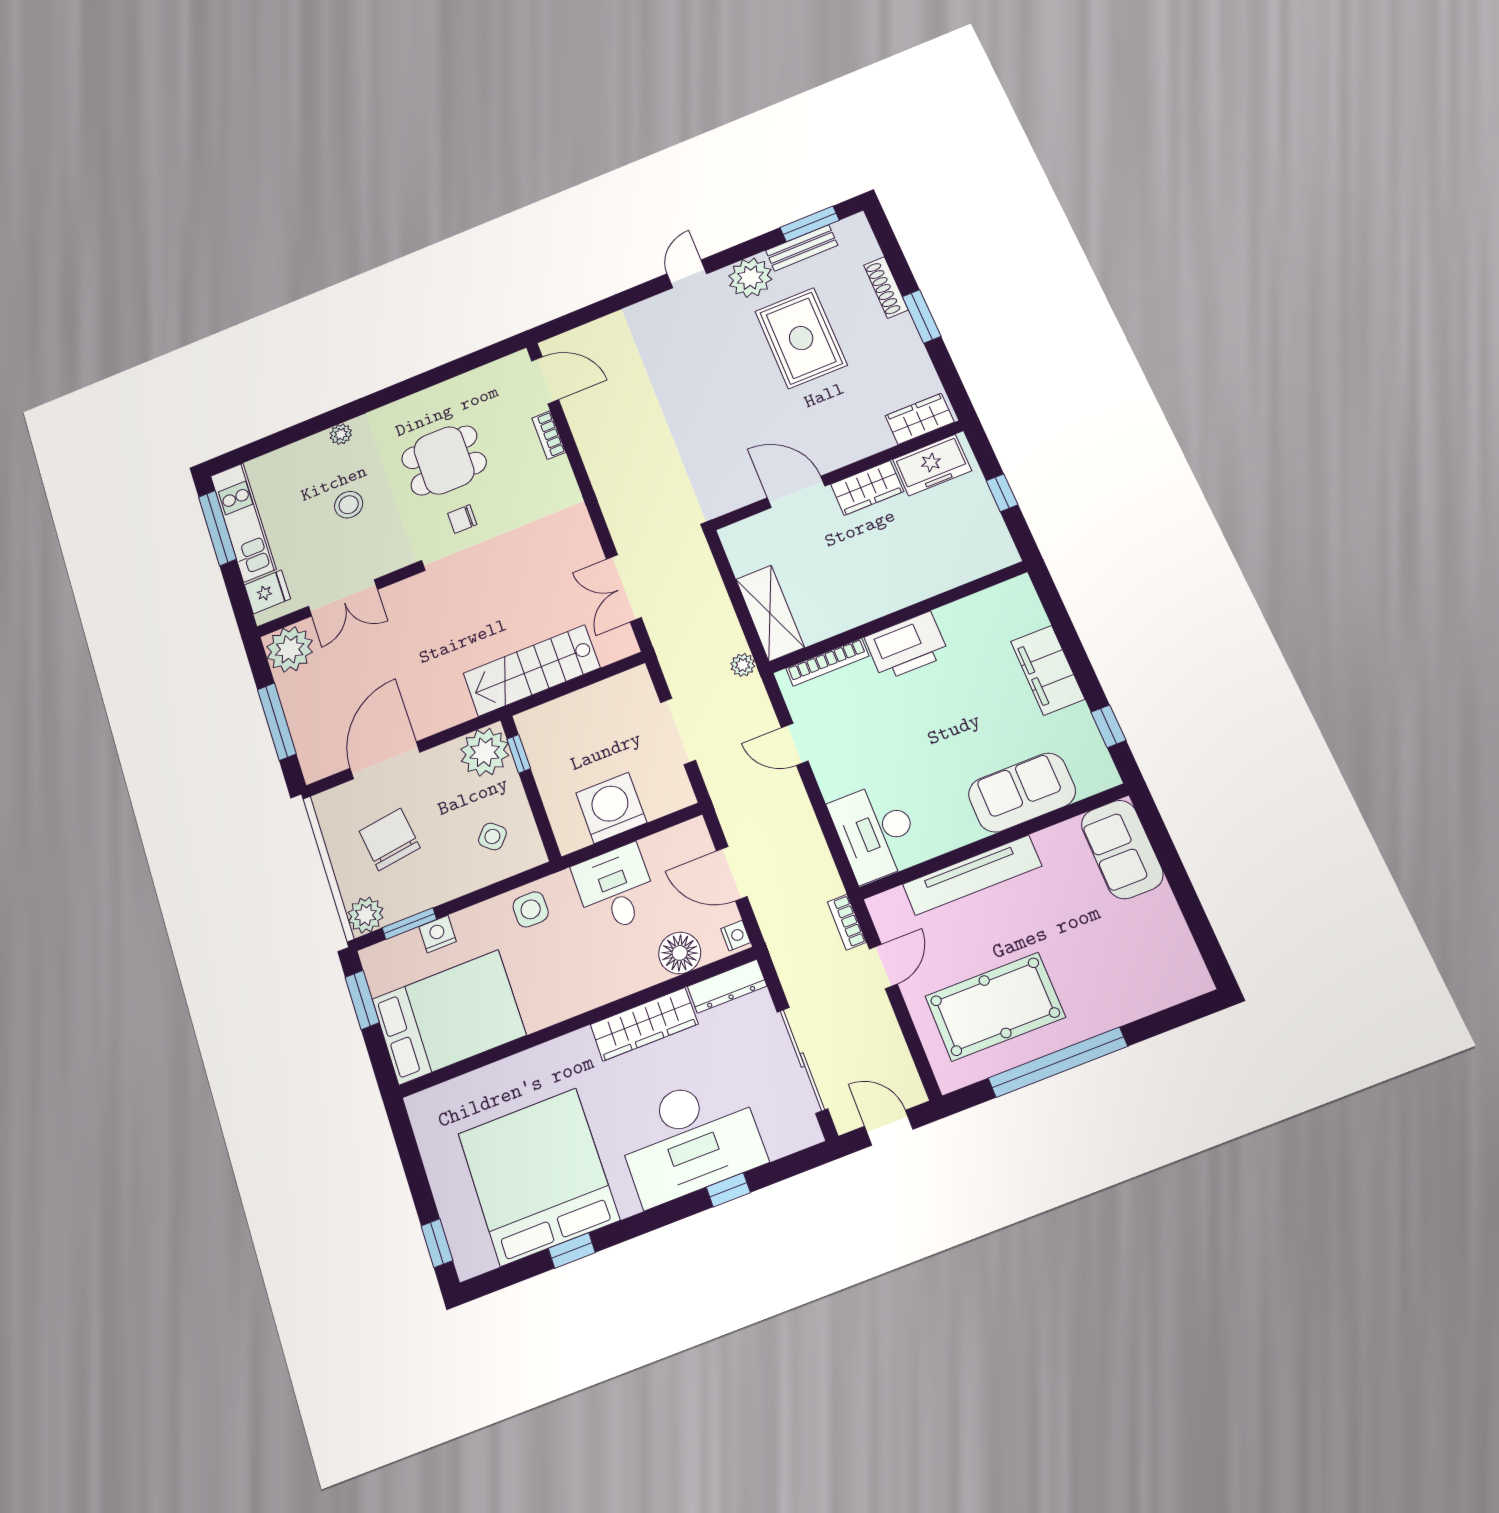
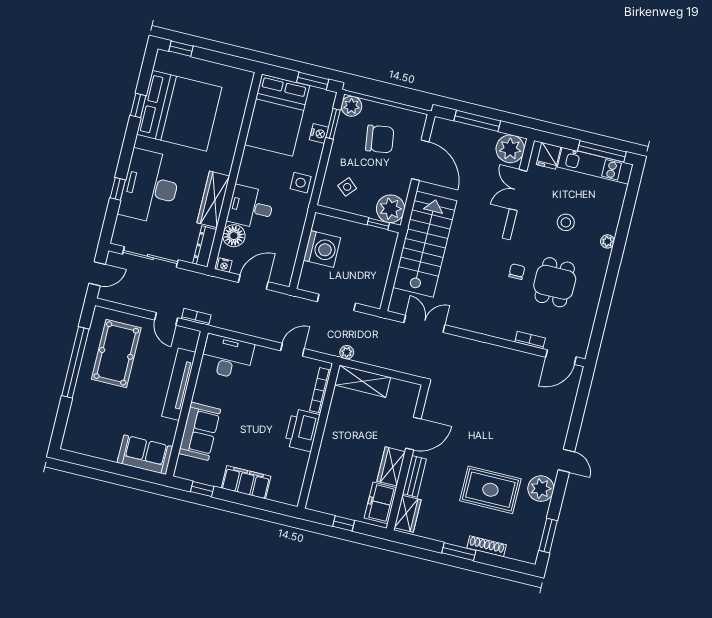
bench: (802, 248) -> (414, 476), moved
stairs: (532, 671) -> (425, 244), width x1.36, depth x1.51
desk: (615, 889) -> (251, 207), moved, turned 180

